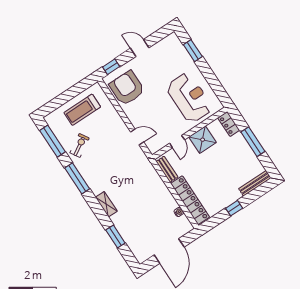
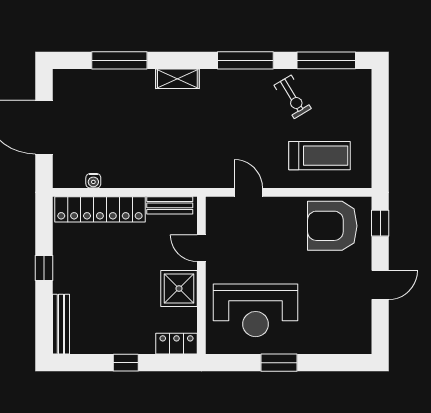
window: (193, 51) -> (279, 363), moved
armchair: (127, 88) -> (332, 226), turned 180
treadmill: (82, 110) -> (319, 156), moved, turned 90
door: (137, 137) -> (248, 192), swing flipped
window: (253, 142) -> (126, 363), width x0.46
window: (115, 237) -> (119, 60), width x1.44

